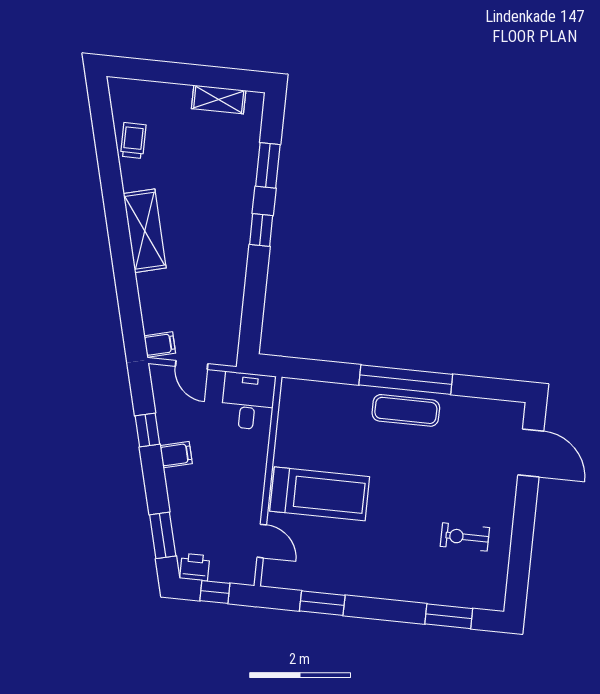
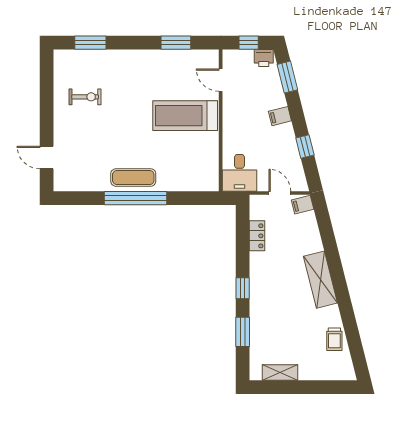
locker: (232, 305) -> (257, 236), added
door: (531, 453) -> (47, 158), width x0.73
filing cabinet: (176, 455) -> (280, 116), moved

